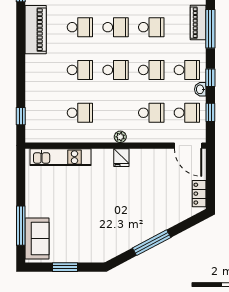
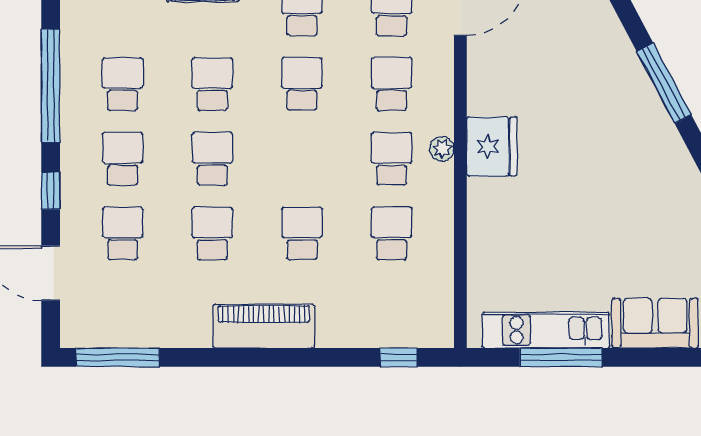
piano: (36, 30) -> (264, 326), moved
school desk: (116, 70) -> (392, 159), moved
kitchen unit: (60, 157) -> (546, 330), moved, turned -90
fridge: (121, 158) -> (492, 147), width x1.88, depth x1.34
window: (21, 226) -> (561, 357), moved

